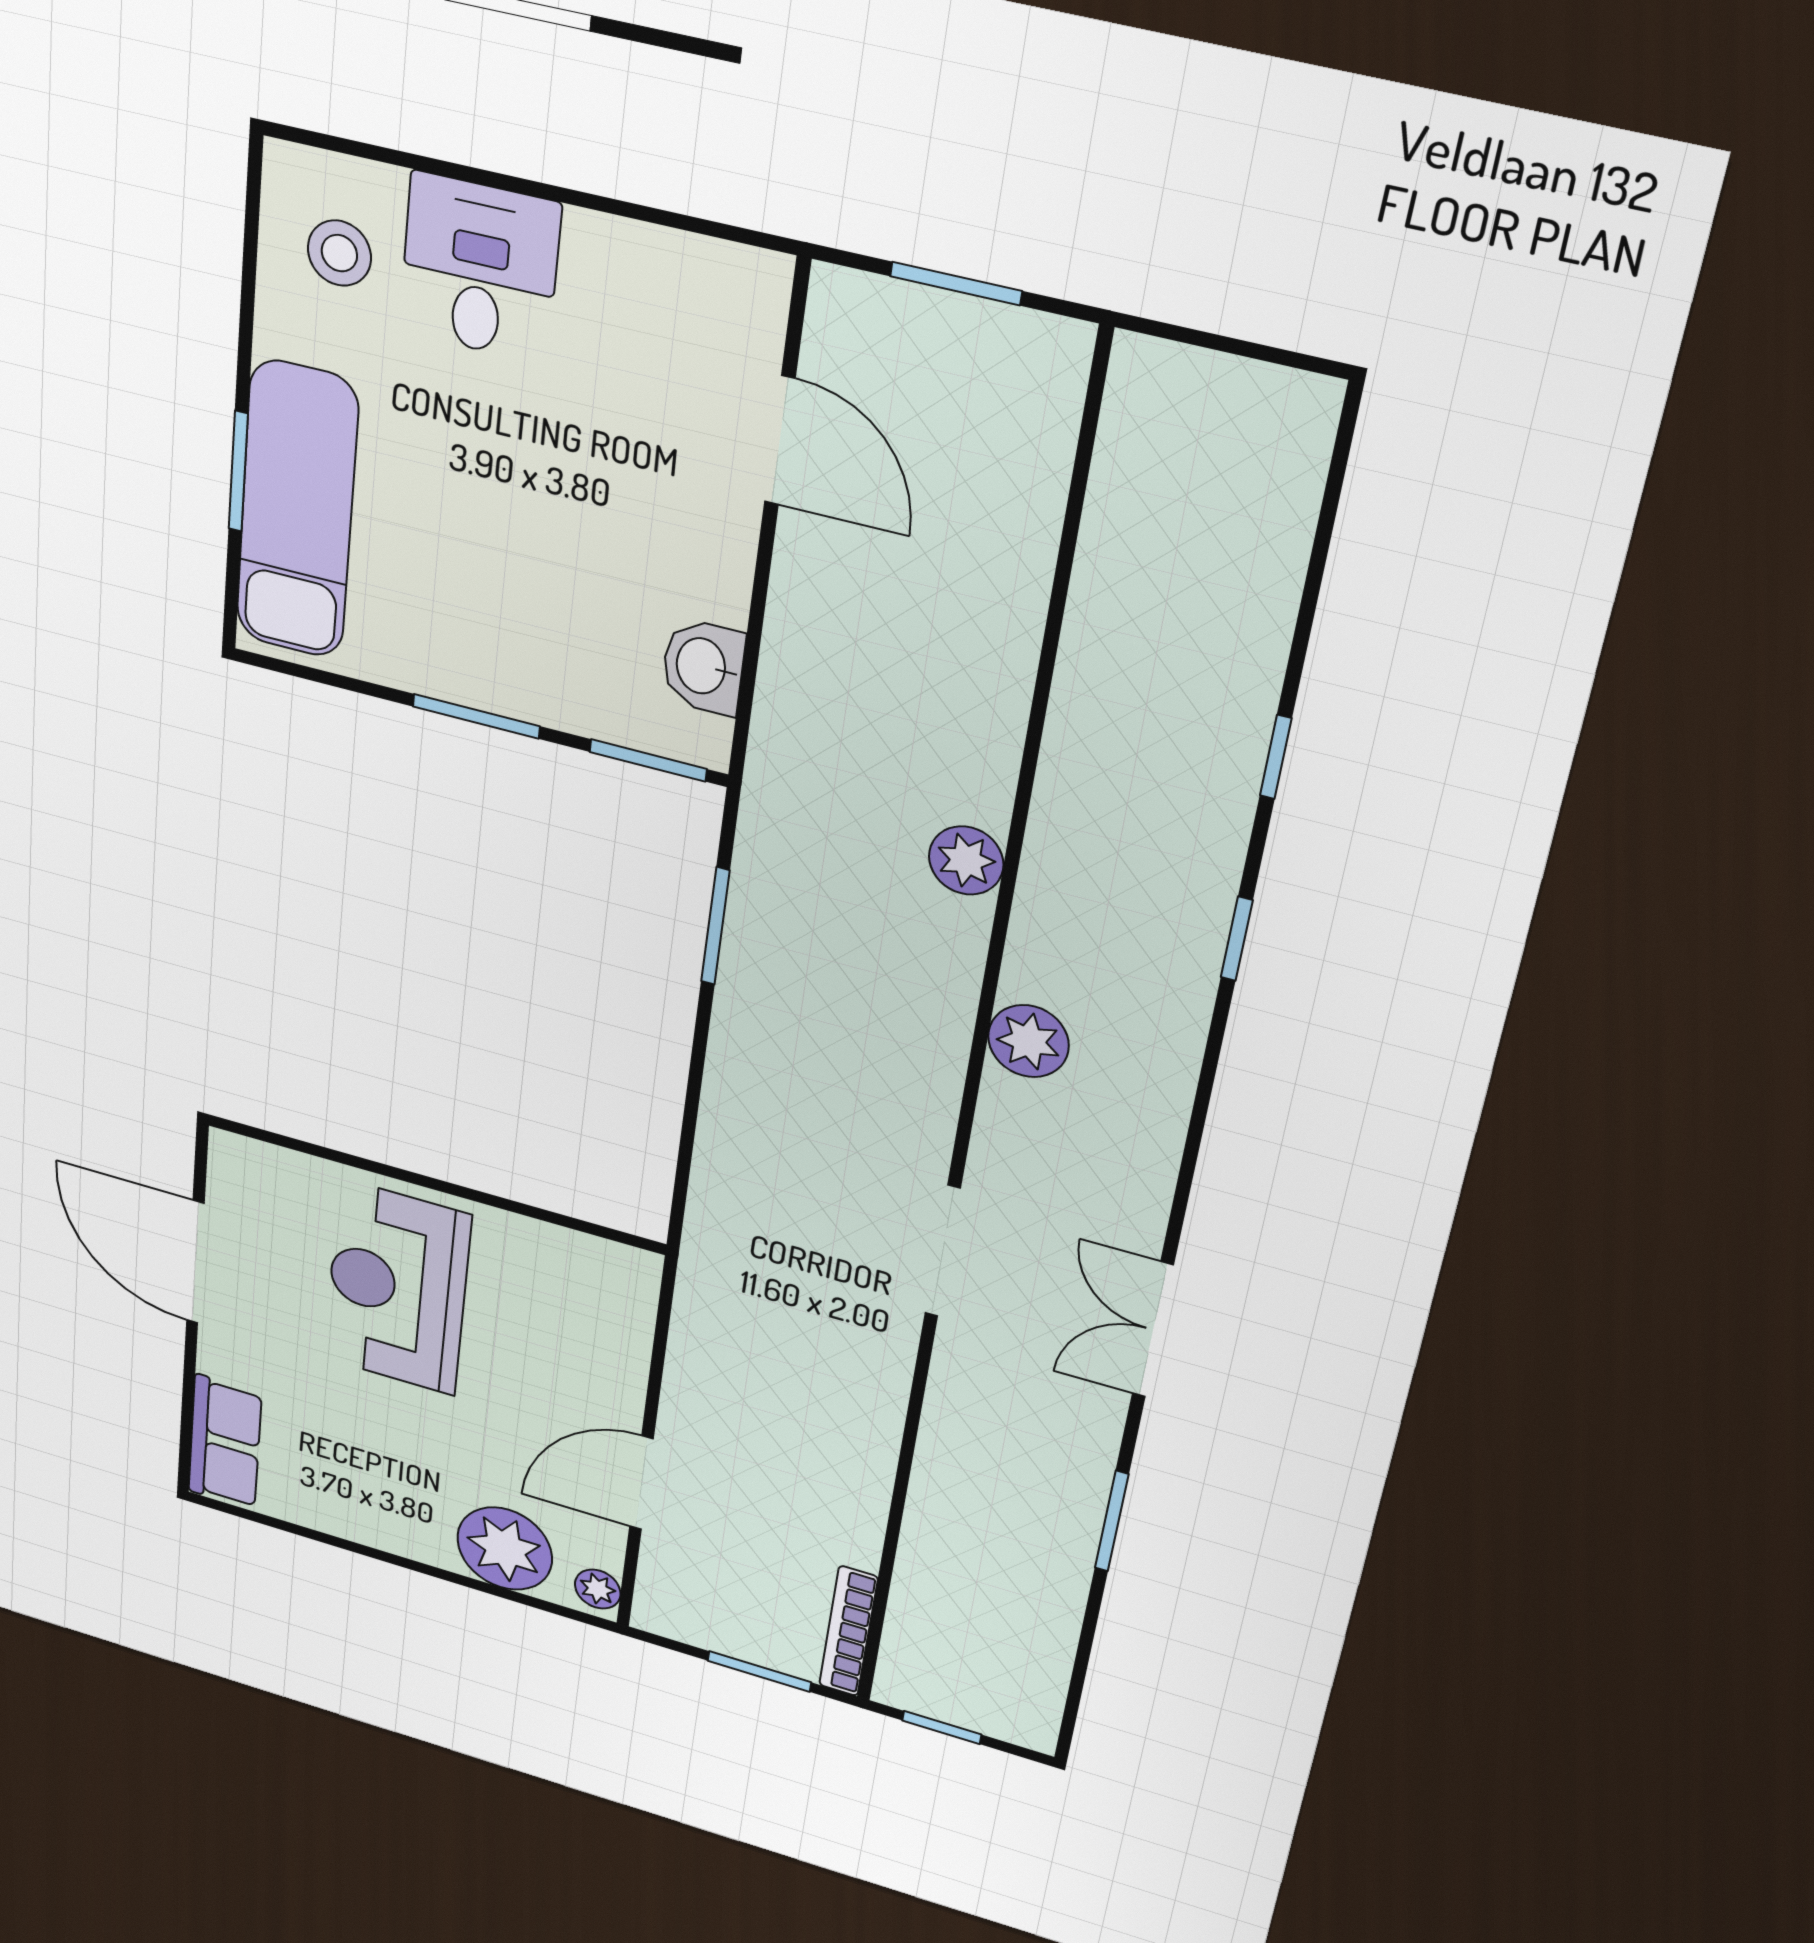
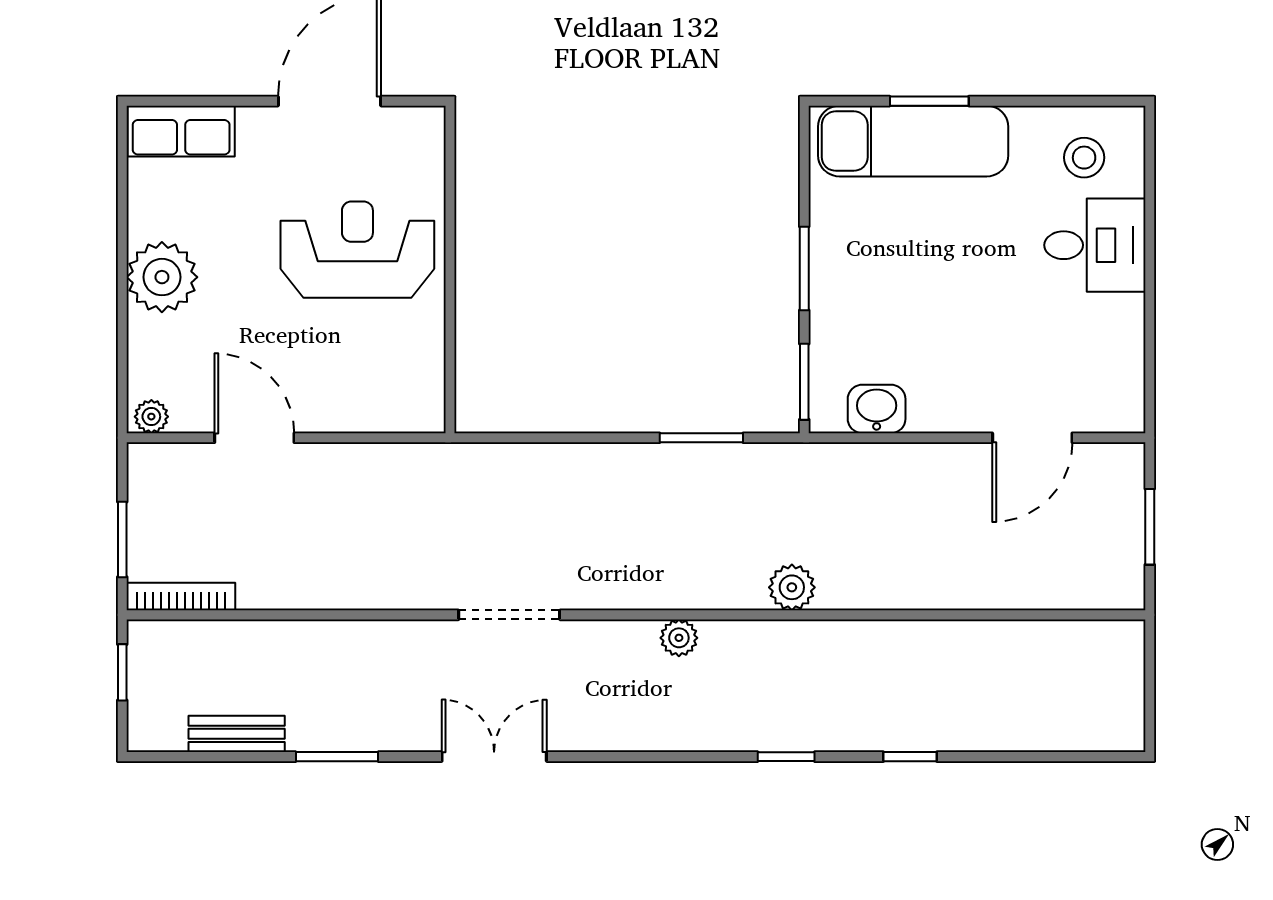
plant: (1028, 1041) -> (679, 638), width x0.73, depth x0.73
plant: (505, 1549) -> (162, 277), moved
bench: (1054, 1627) -> (237, 734), added

